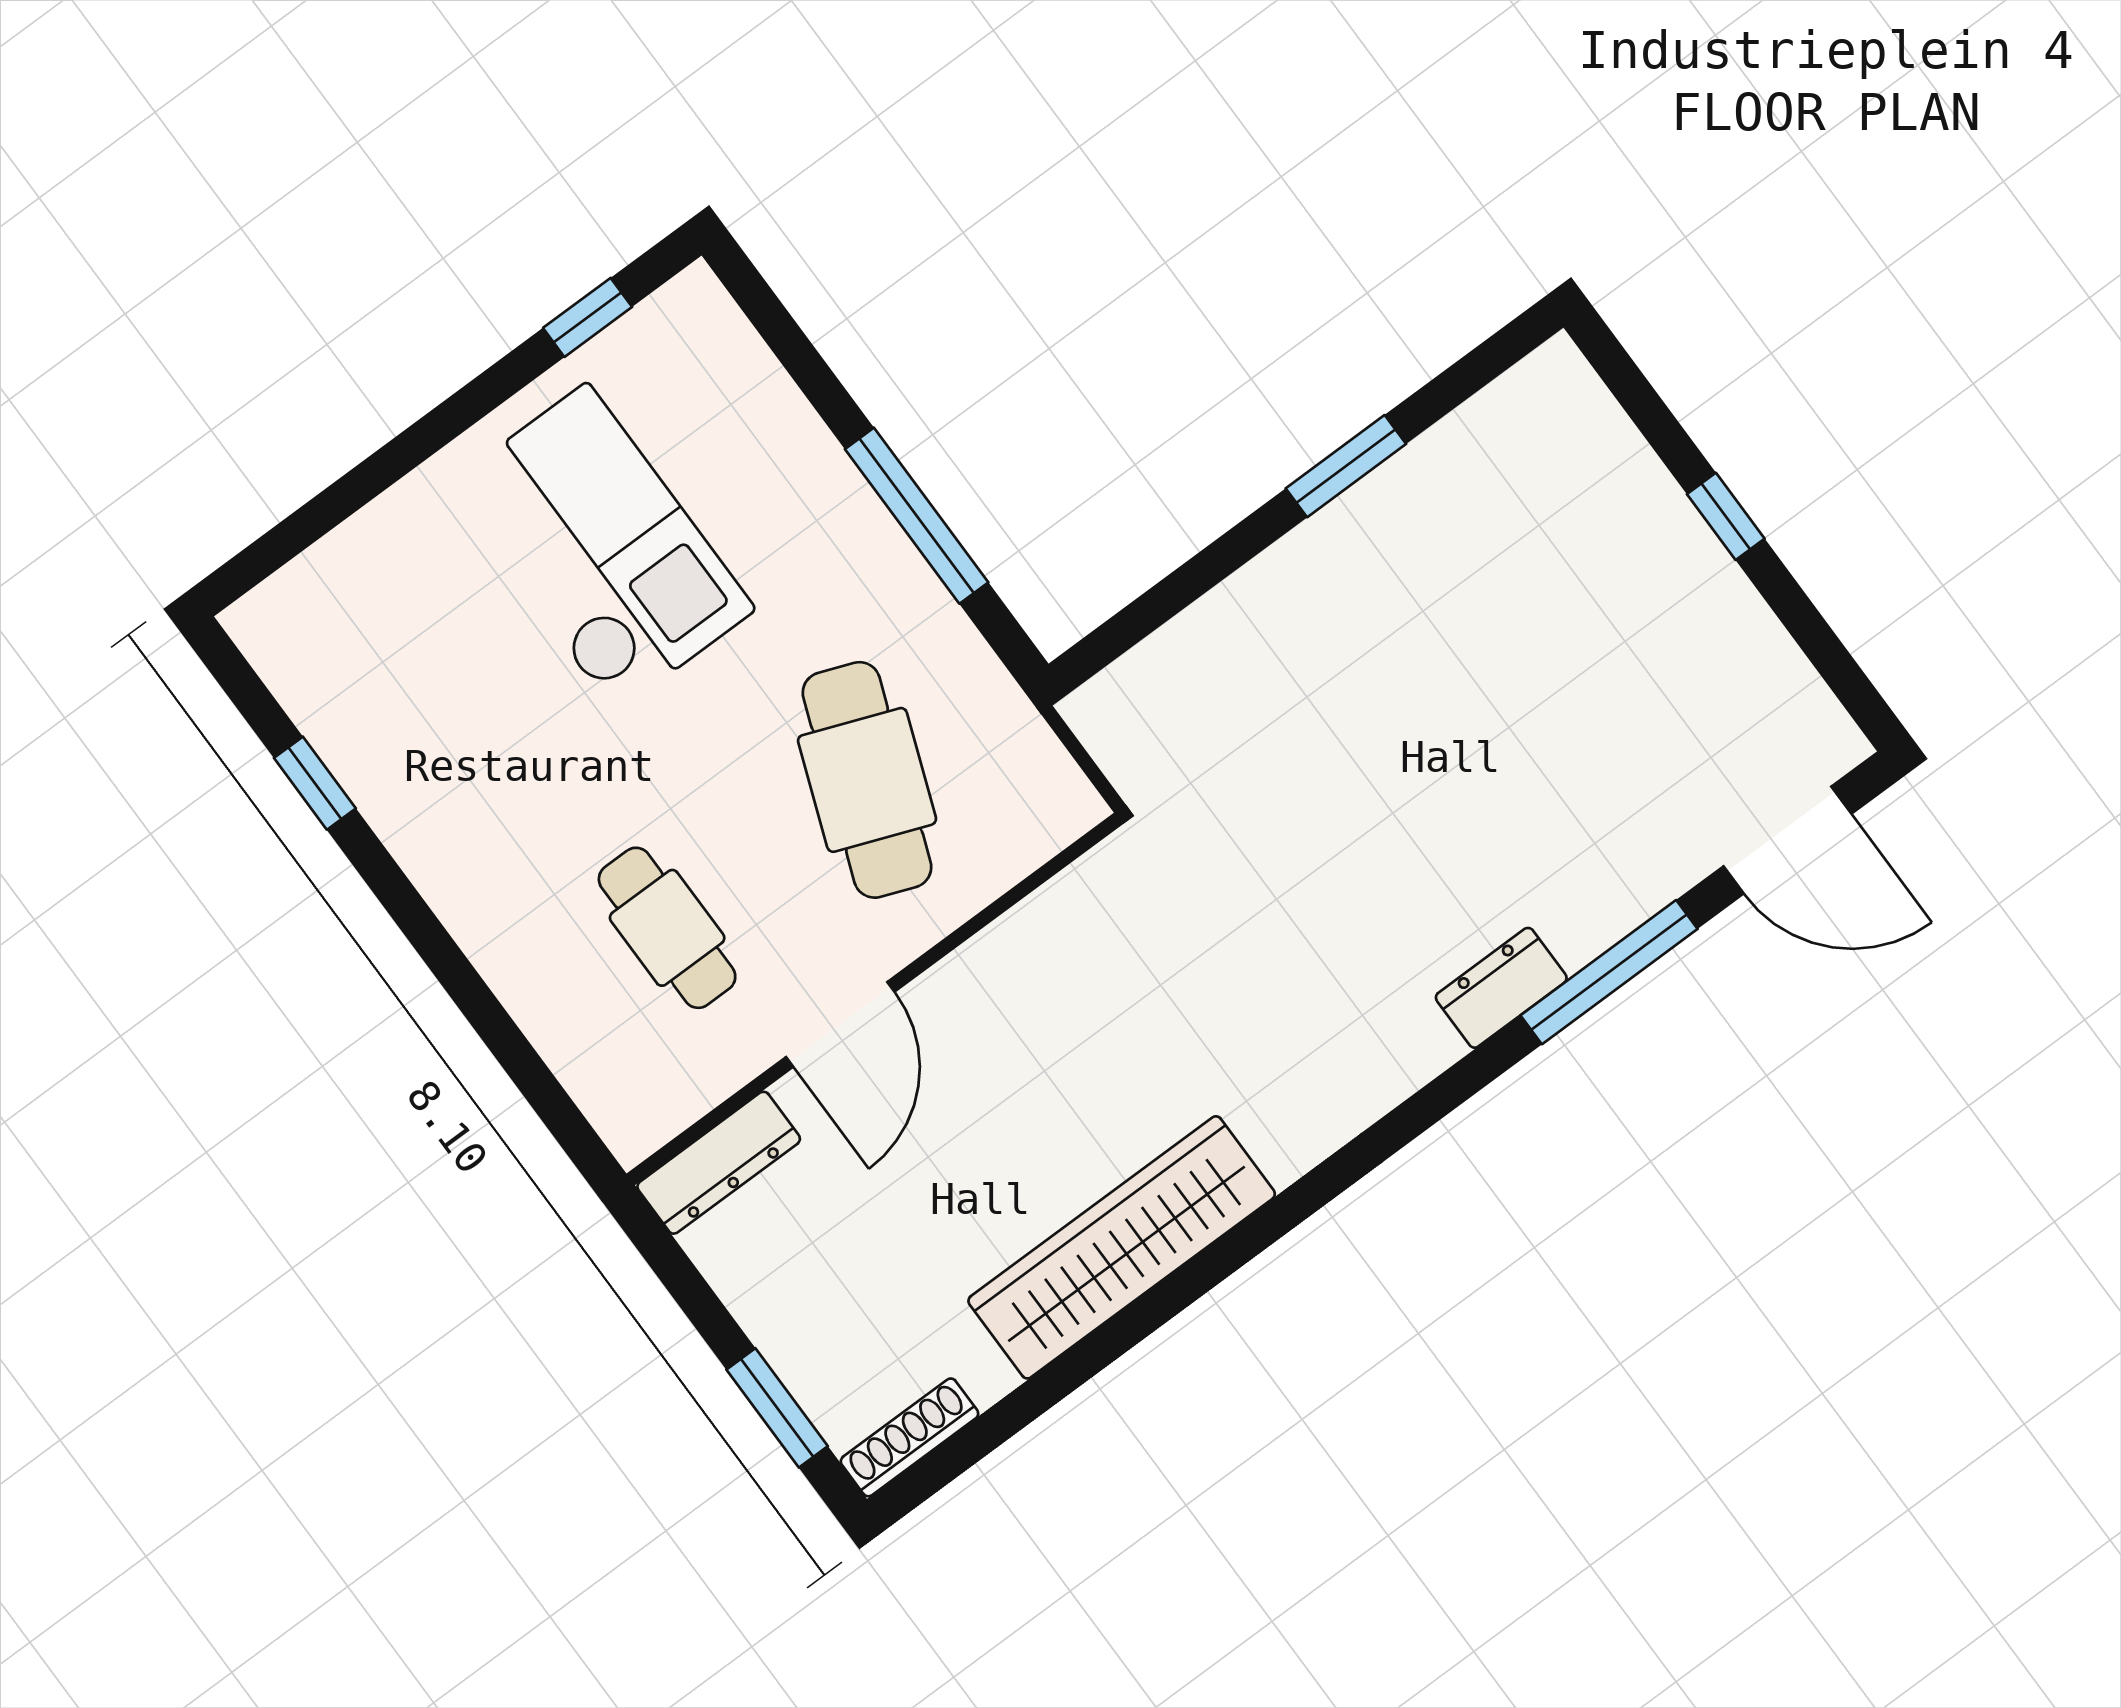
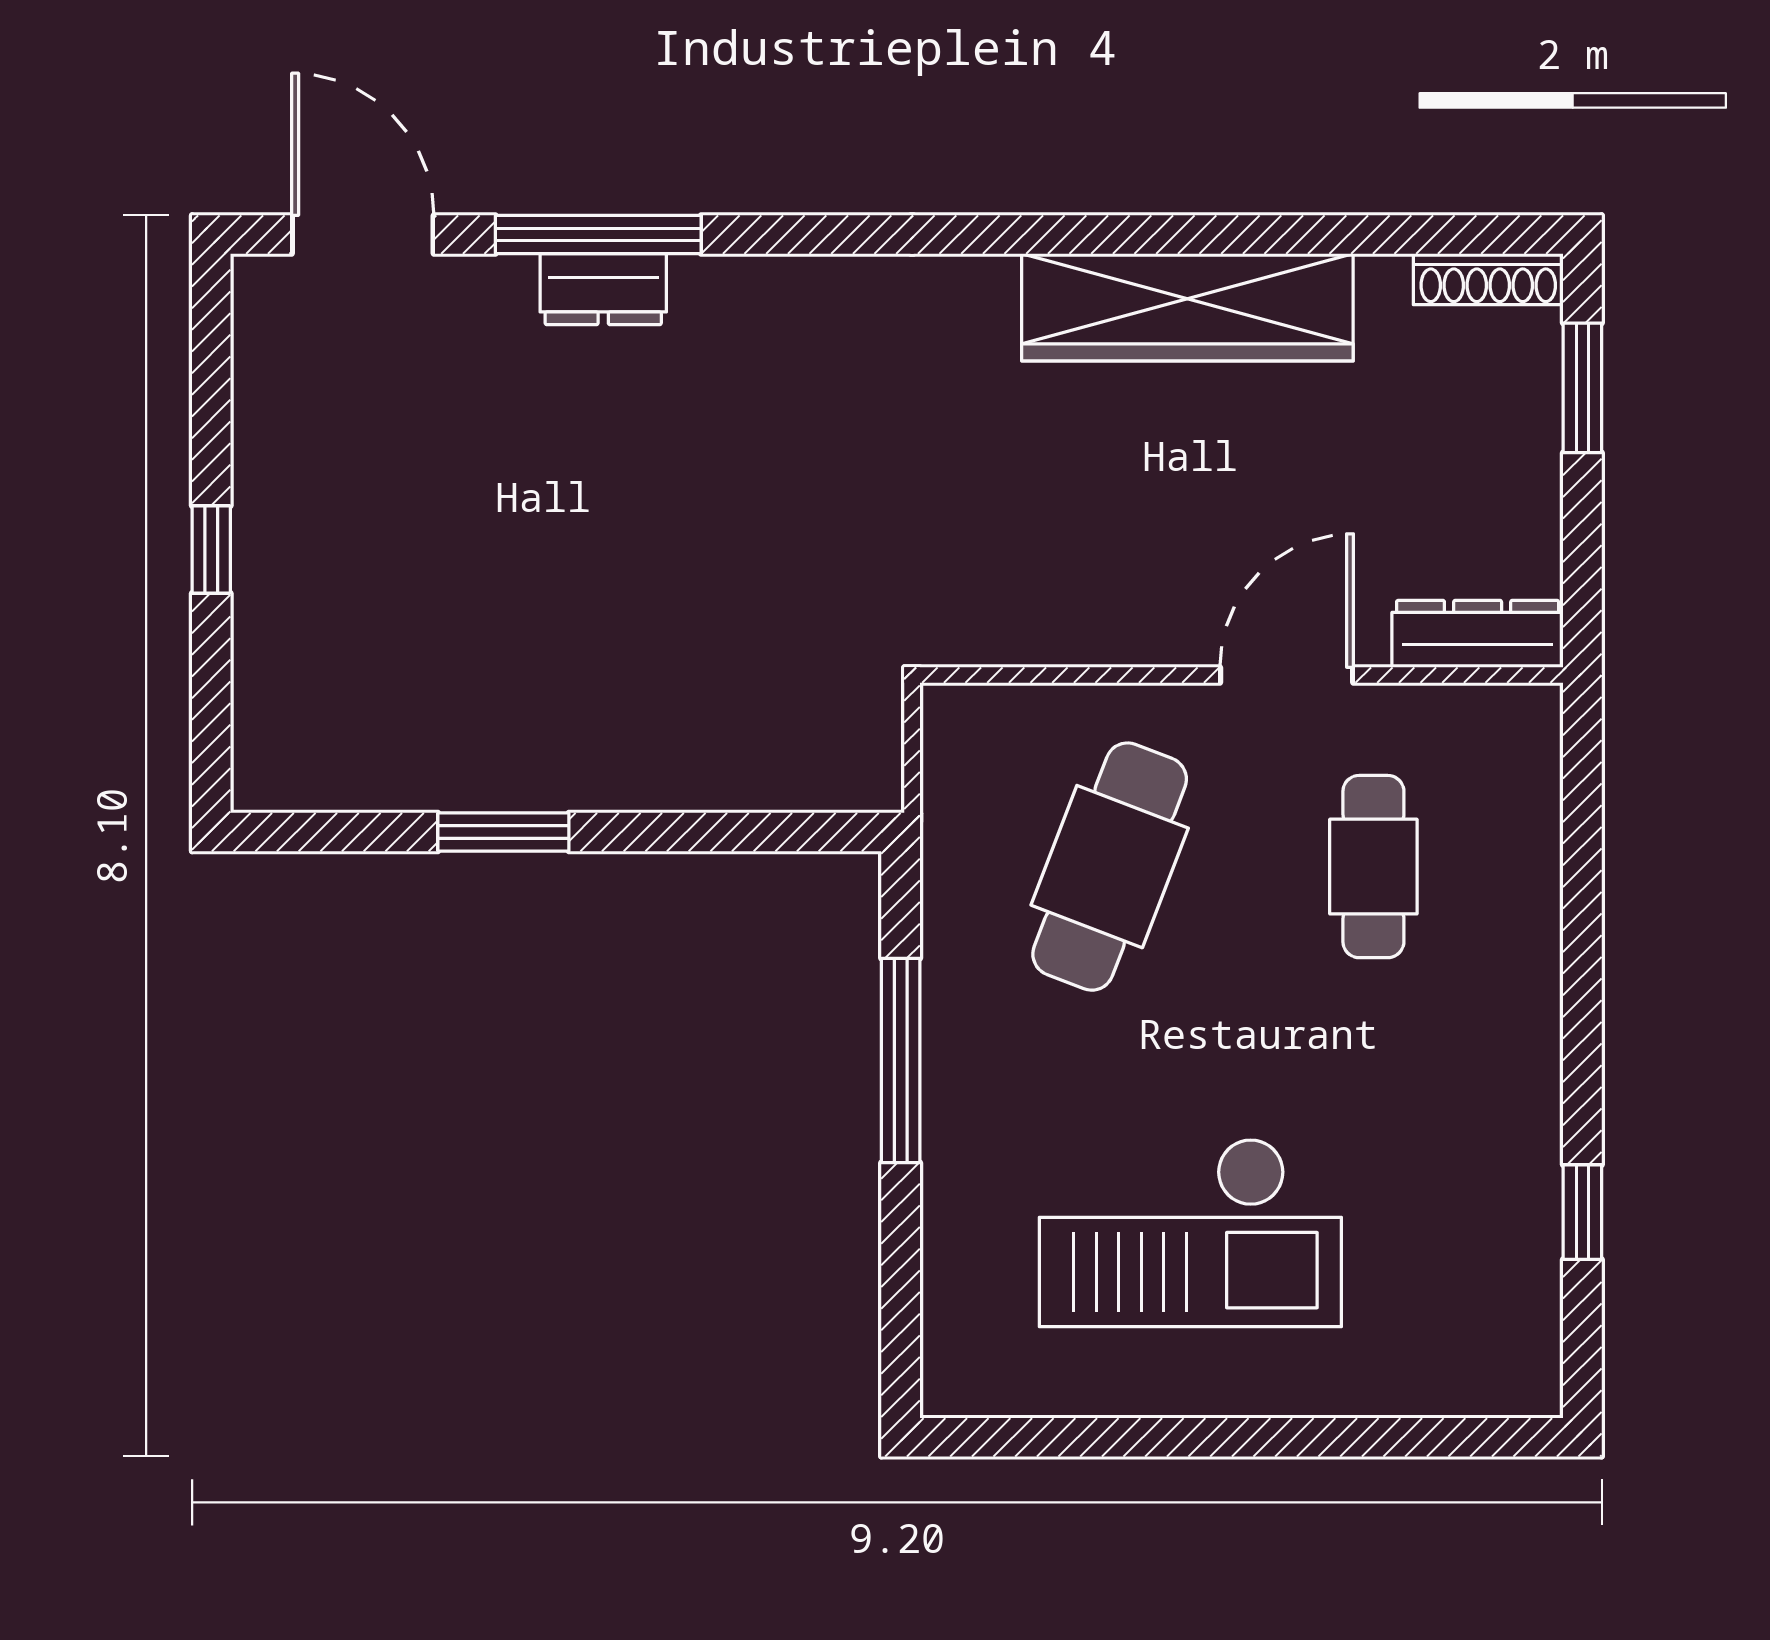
window: (588, 317) -> (1056, 1437), removed
checkout: (601, 548) -> (1190, 1232), turned -90
dresser: (1501, 988) -> (603, 289), moved

